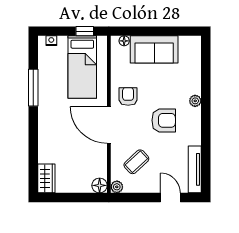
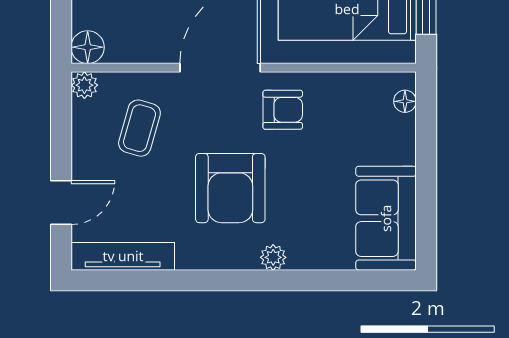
sofa: (154, 49) -> (386, 218), moved
armchair: (164, 120) -> (230, 188), width x1.36, depth x1.36
coffee table: (136, 162) -> (139, 128), turned 59

